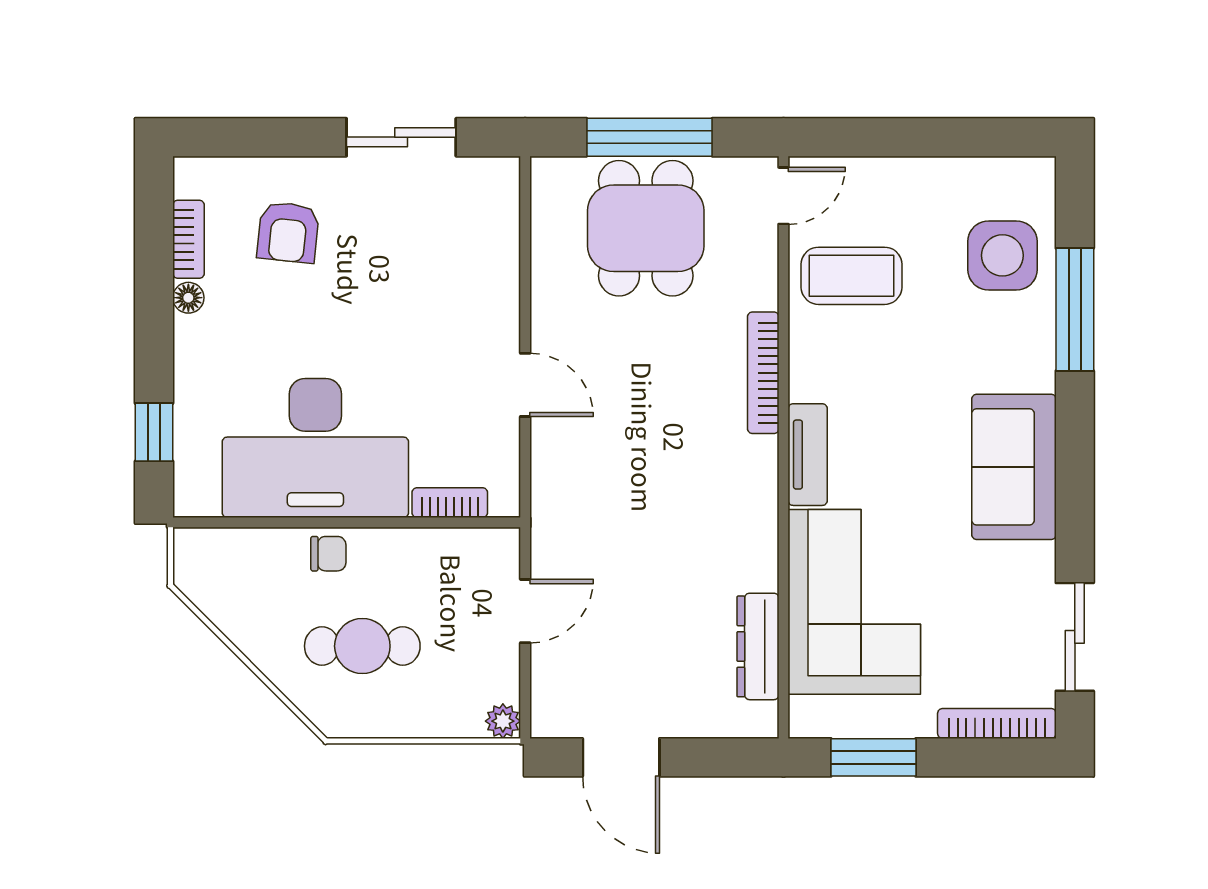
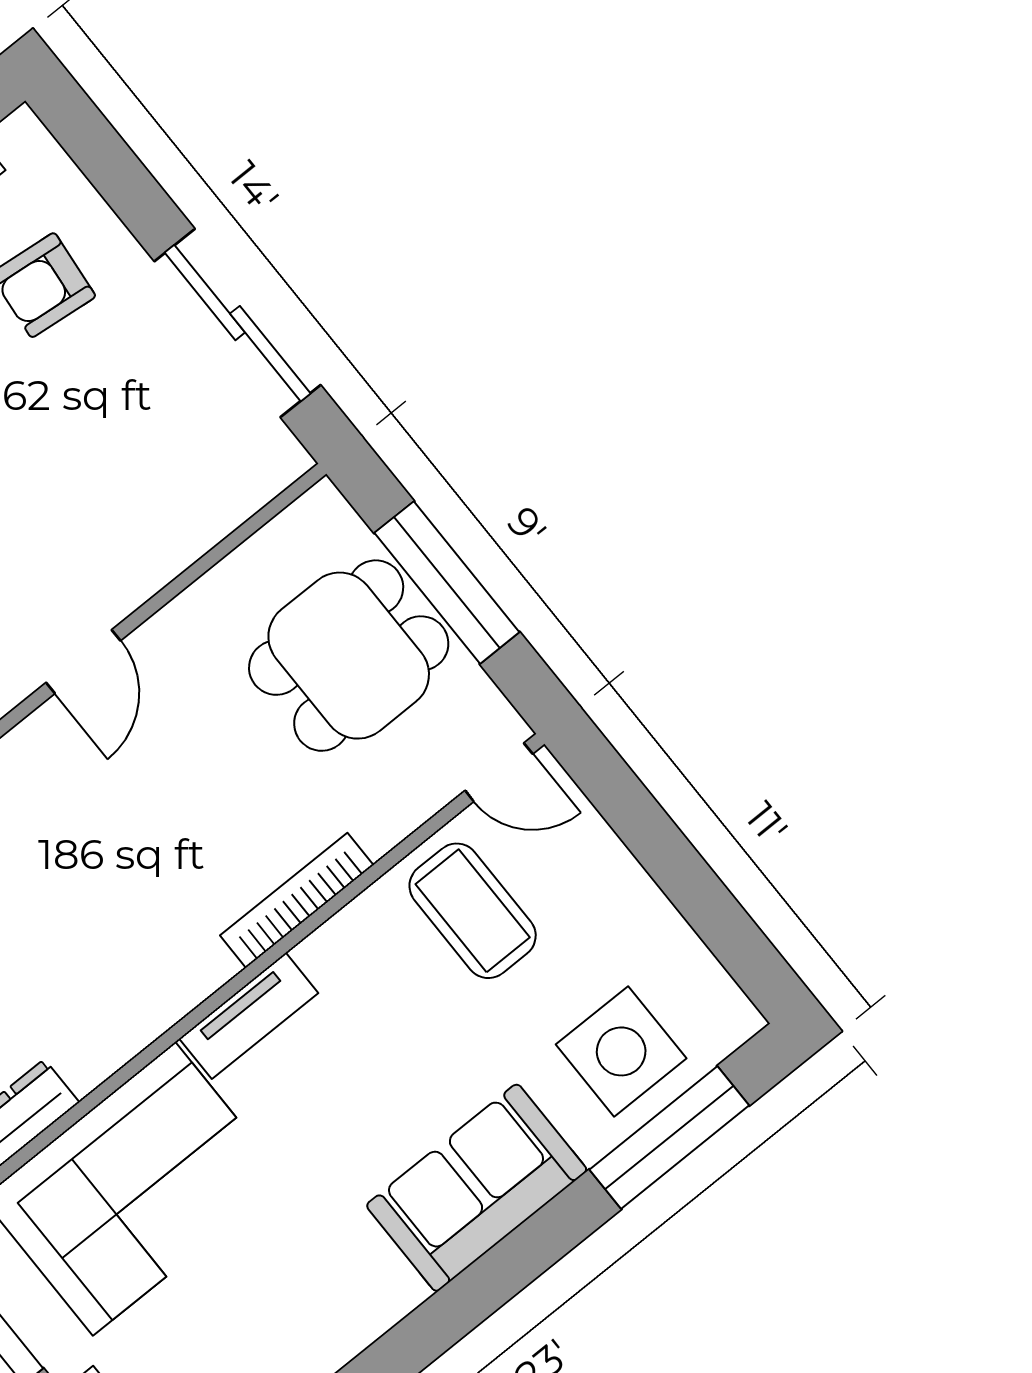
sliding door: (401, 137) -> (238, 323), width x1.37
window: (1075, 310) -> (669, 1137), moved
sofa: (1014, 467) -> (477, 1188), moved

